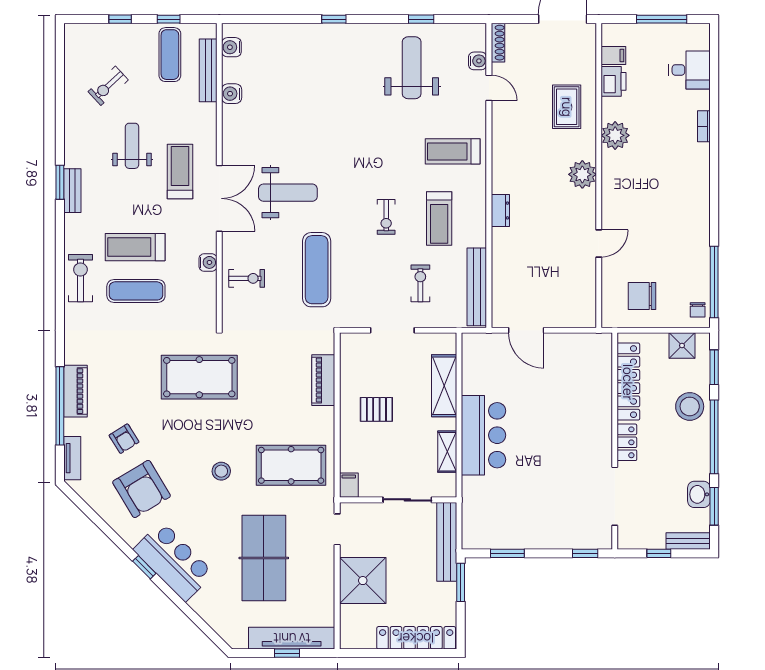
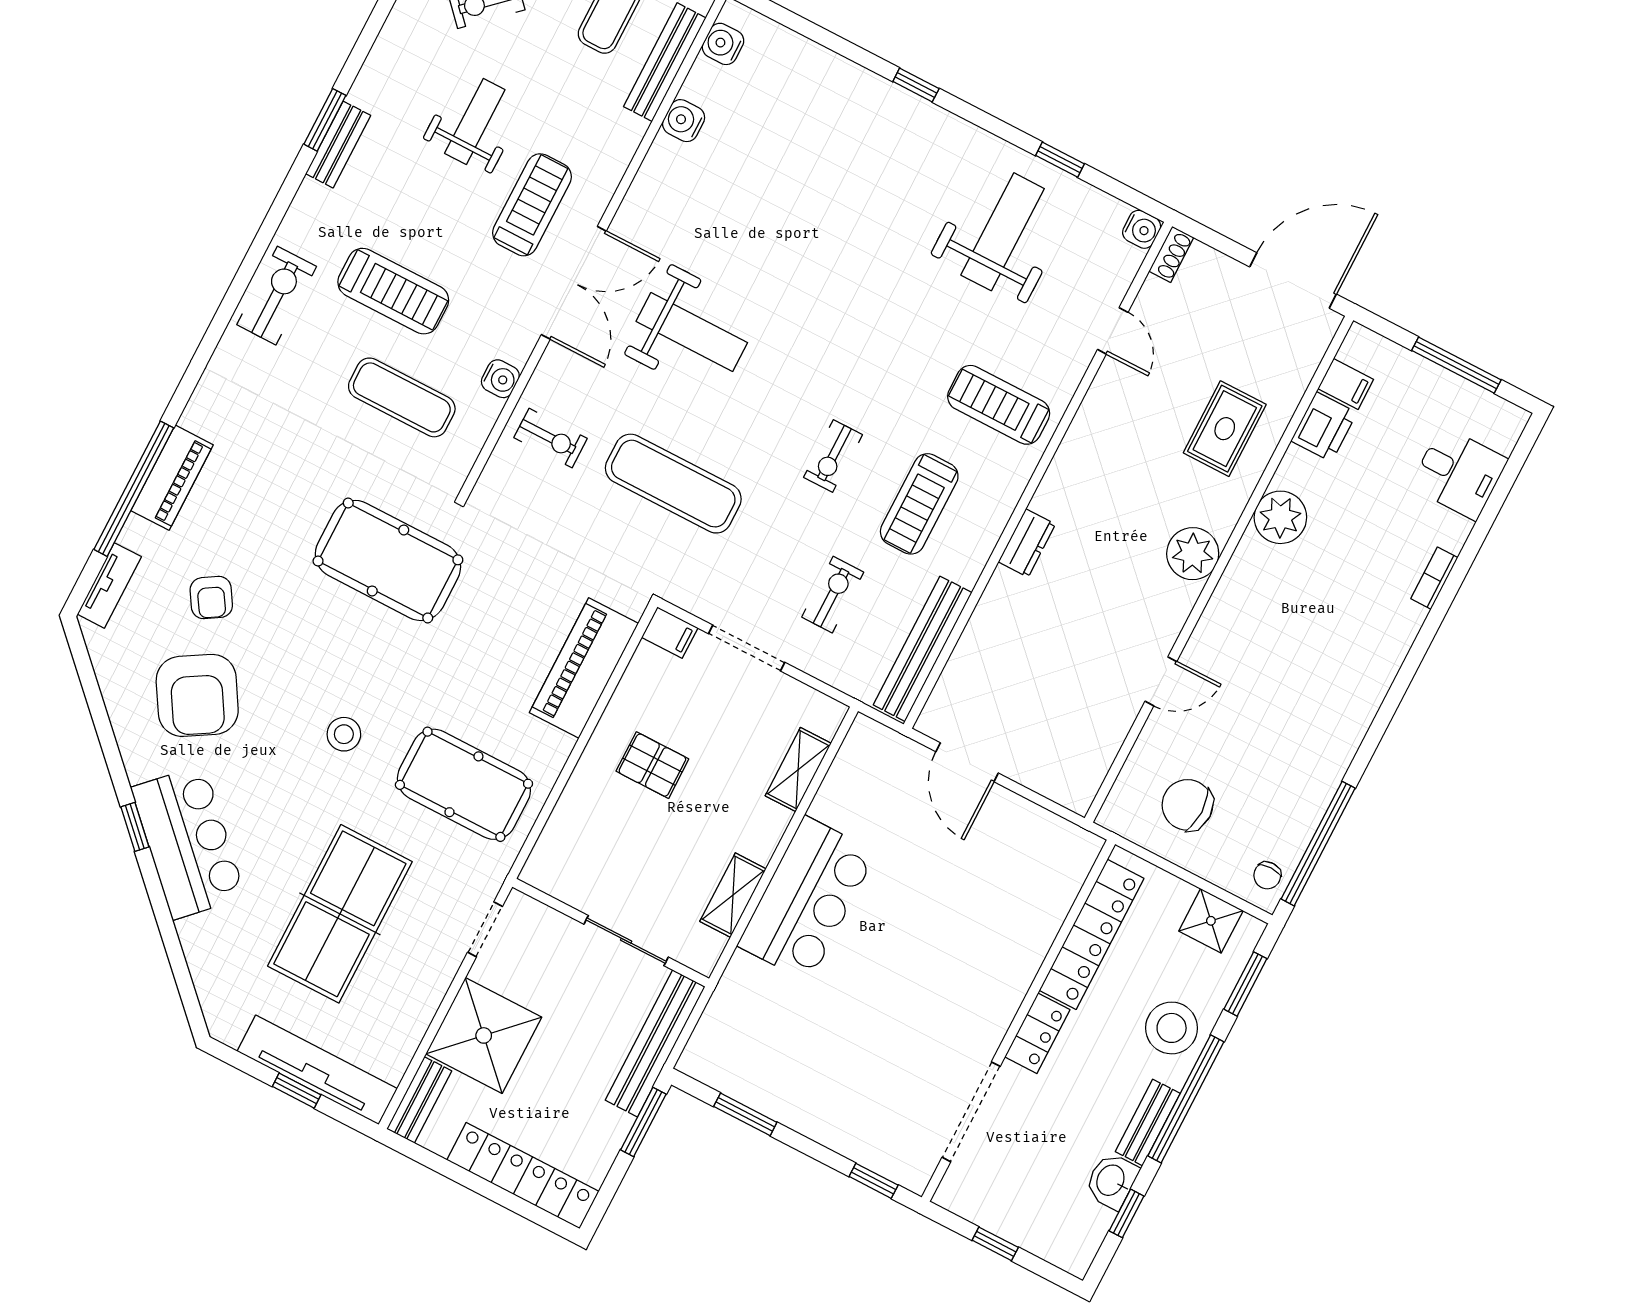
shoe rack: (498, 43) -> (1171, 254), width x0.70
water cooler: (478, 61) -> (1142, 229), moved
treadmill: (135, 247) -> (393, 291), turned 180
exercise mat: (317, 270) -> (673, 484), turned 90
exercise mat: (136, 291) -> (402, 397), moved
piano: (323, 380) -> (584, 668), width x1.37, depth x1.33
shelving: (444, 386) -> (798, 770), width x0.67, depth x0.75
filing cabinet: (349, 485) -> (670, 633), moved, turned 90
window: (714, 506) -> (1126, 1213), width x0.67
bench: (688, 541) -> (1148, 1122), moved, turned 90
bench: (348, 627) -> (419, 1100), added

